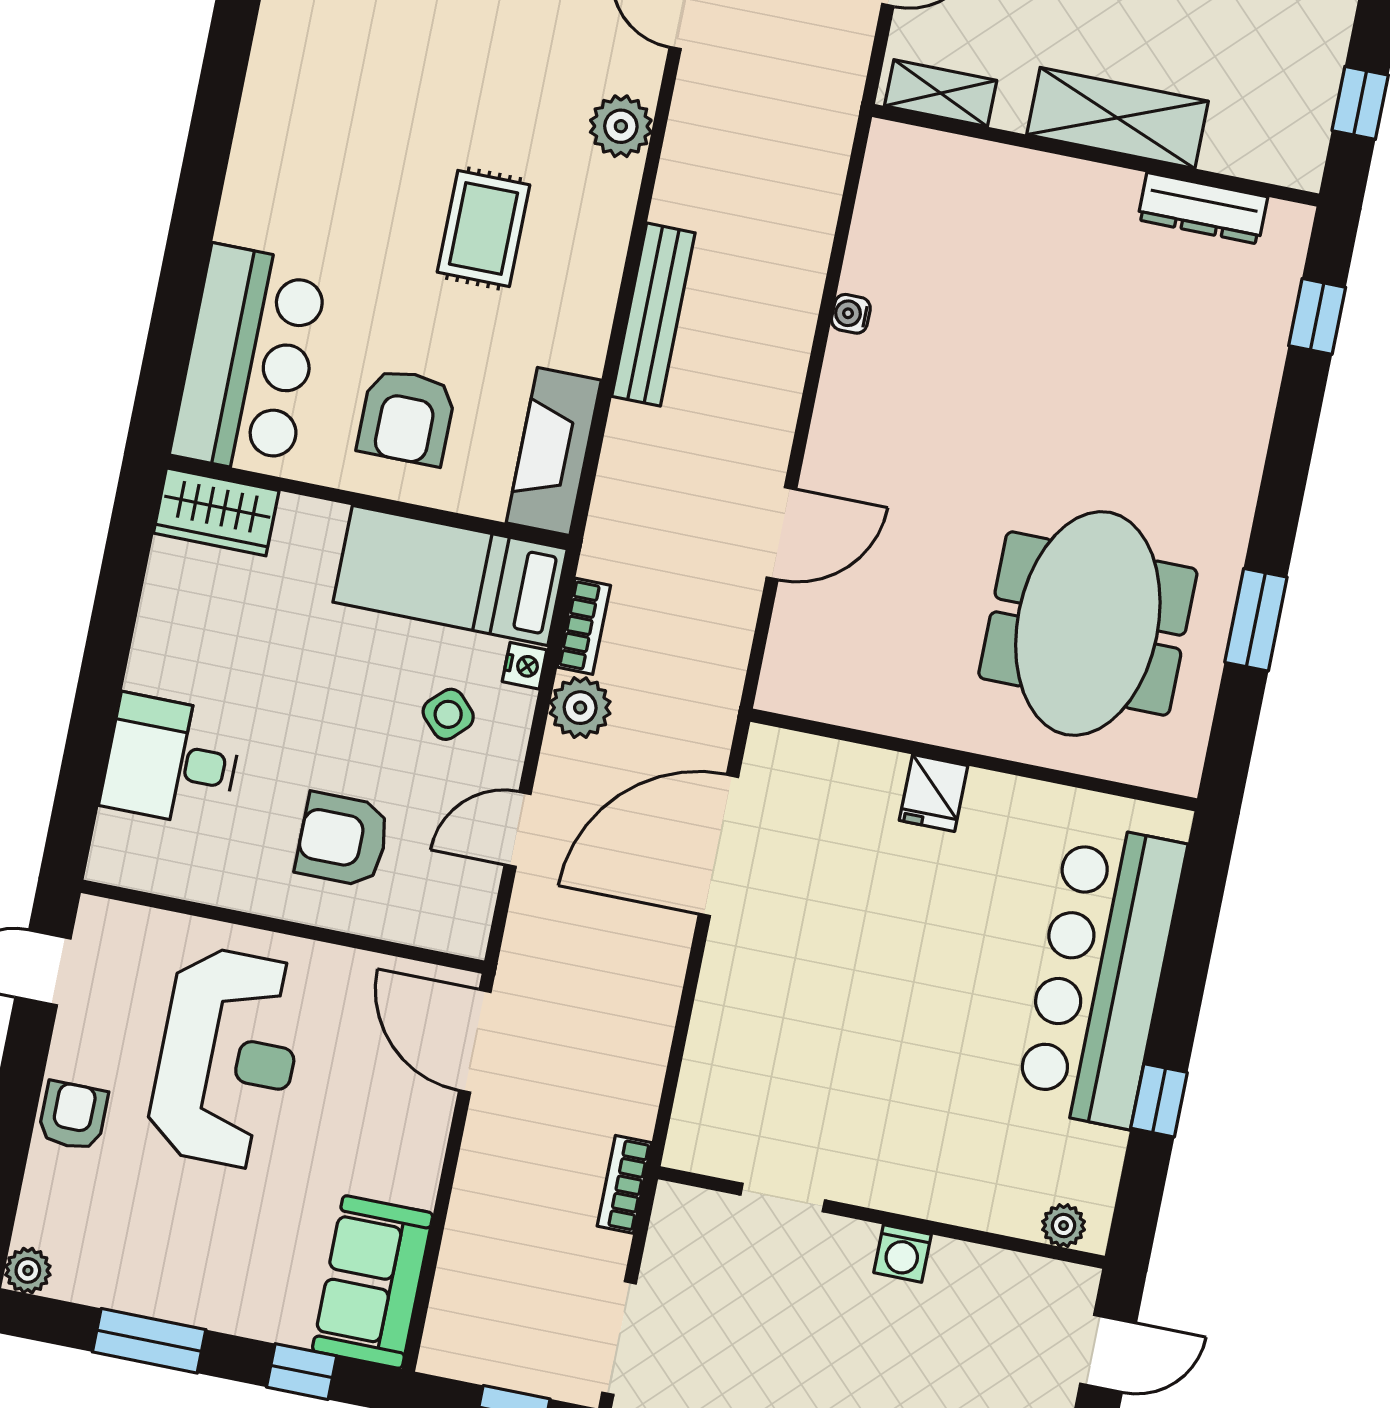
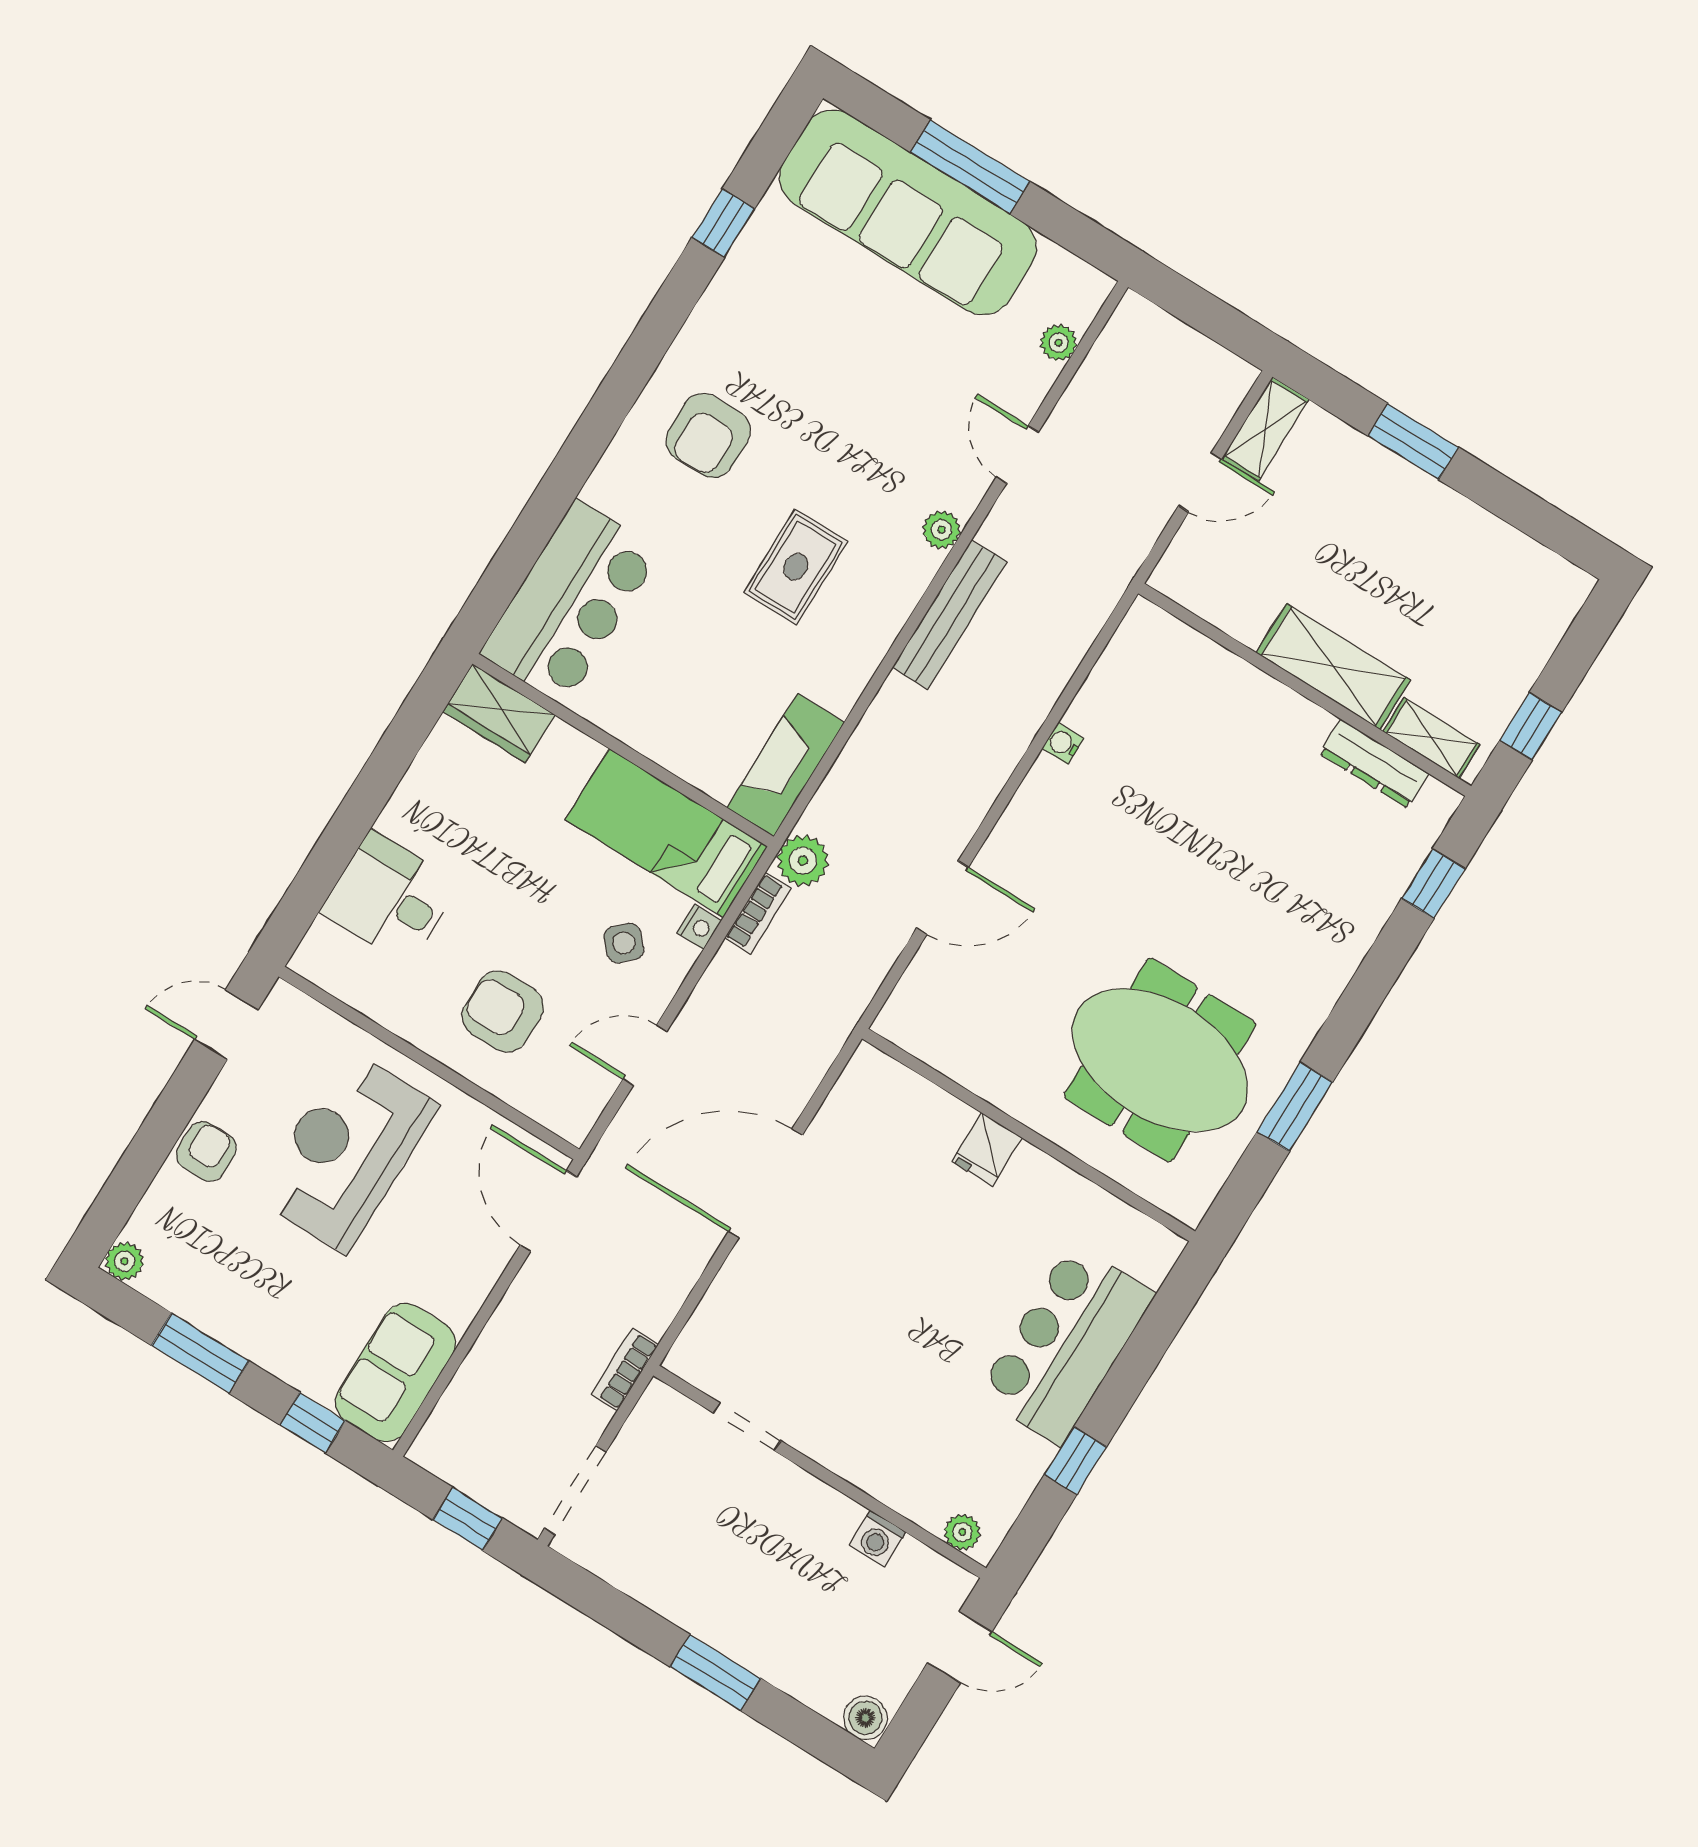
shelving: (941, 93) -> (1431, 738), moved
plant: (621, 126) -> (941, 530), width x0.73, depth x0.73
bench: (653, 315) -> (950, 615), moved
armchair: (407, 417) -> (708, 435), moved
meeting table: (1088, 624) -> (1160, 1060), turned 90
plant: (580, 708) -> (803, 861), moved
door: (718, 845) -> (765, 1183), moved
bar counter: (1101, 975) -> (1066, 1344), width x0.73
reception desk: (227, 1058) -> (346, 1151), turned 180
washing machine: (903, 1253) -> (877, 1539), moved

